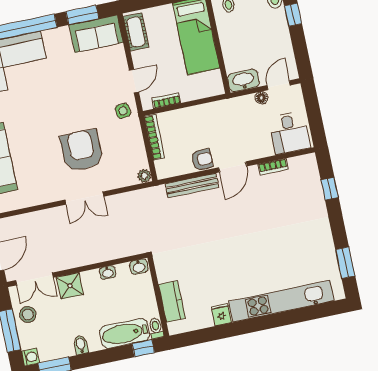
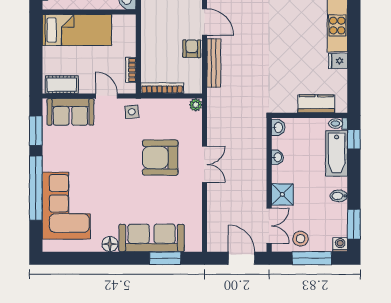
sofa: (96, 34) -> (70, 112), moved, turned 90

